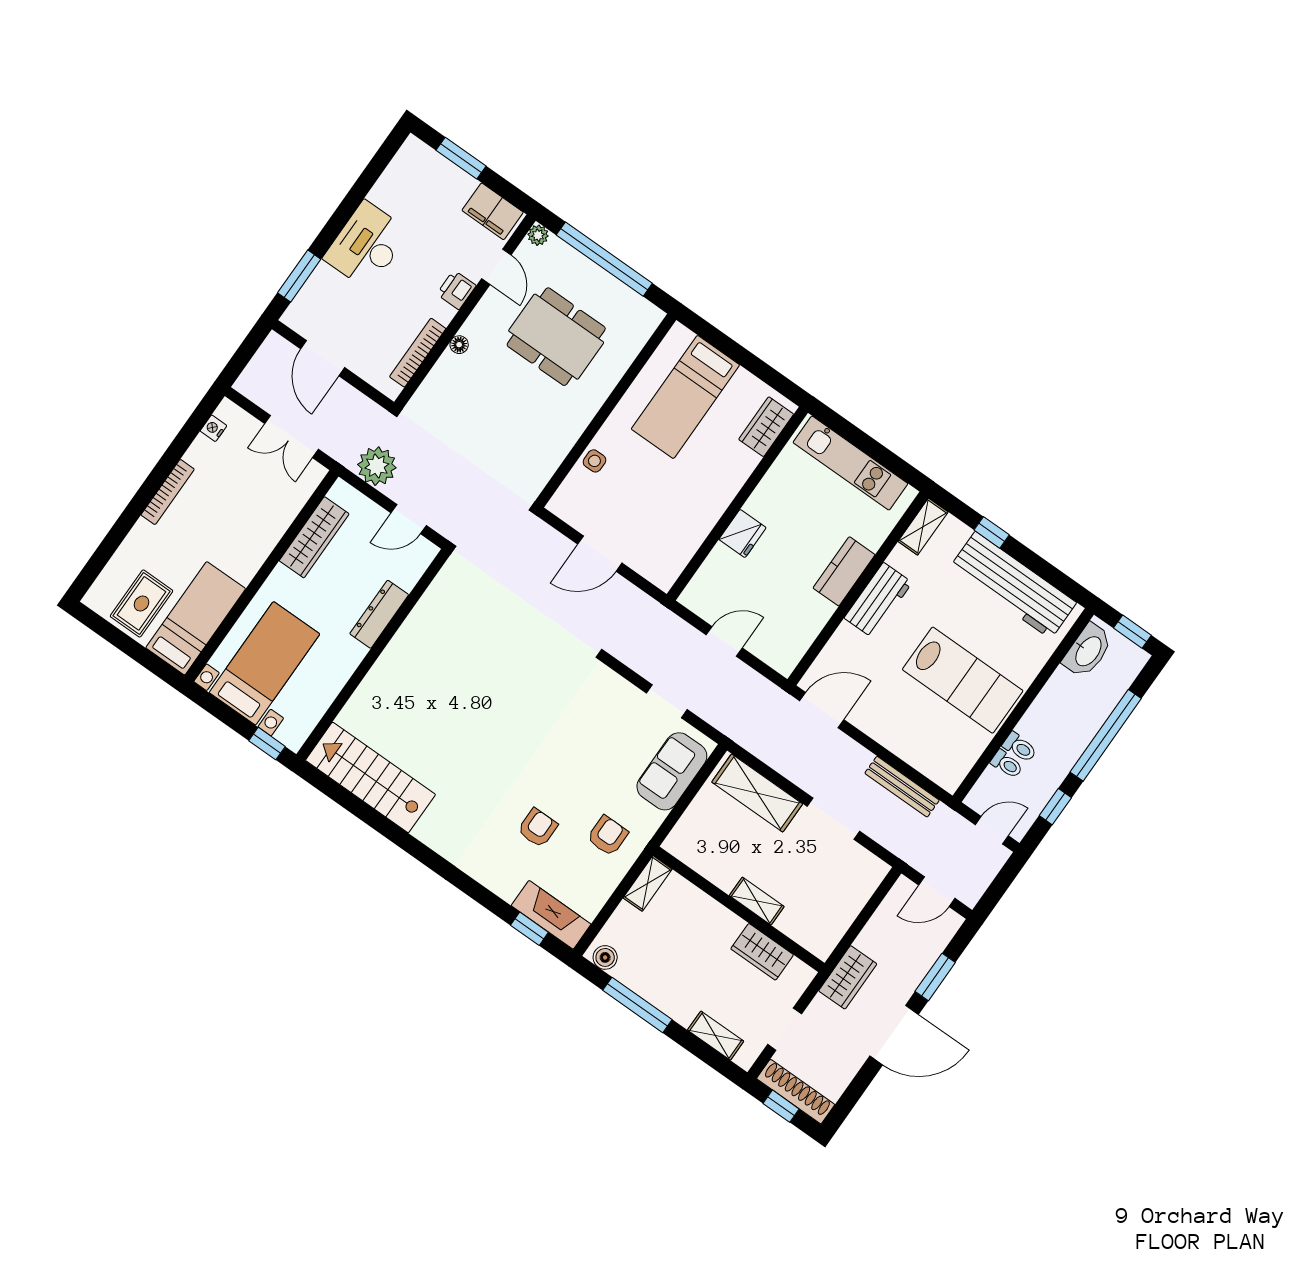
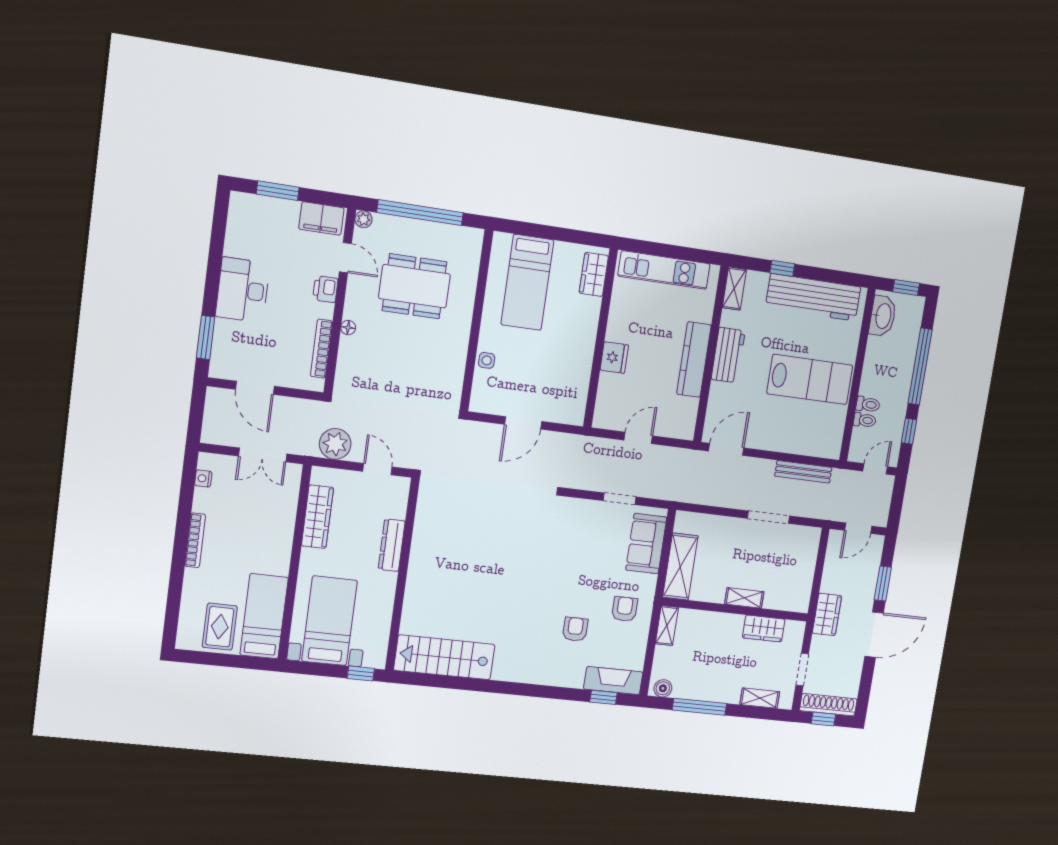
door: (409, 519) -> (377, 469), swing flipped
kitchen counter: (844, 571) -> (694, 360), width x1.50
shelving: (757, 793) -> (680, 567), moved, turned 90

